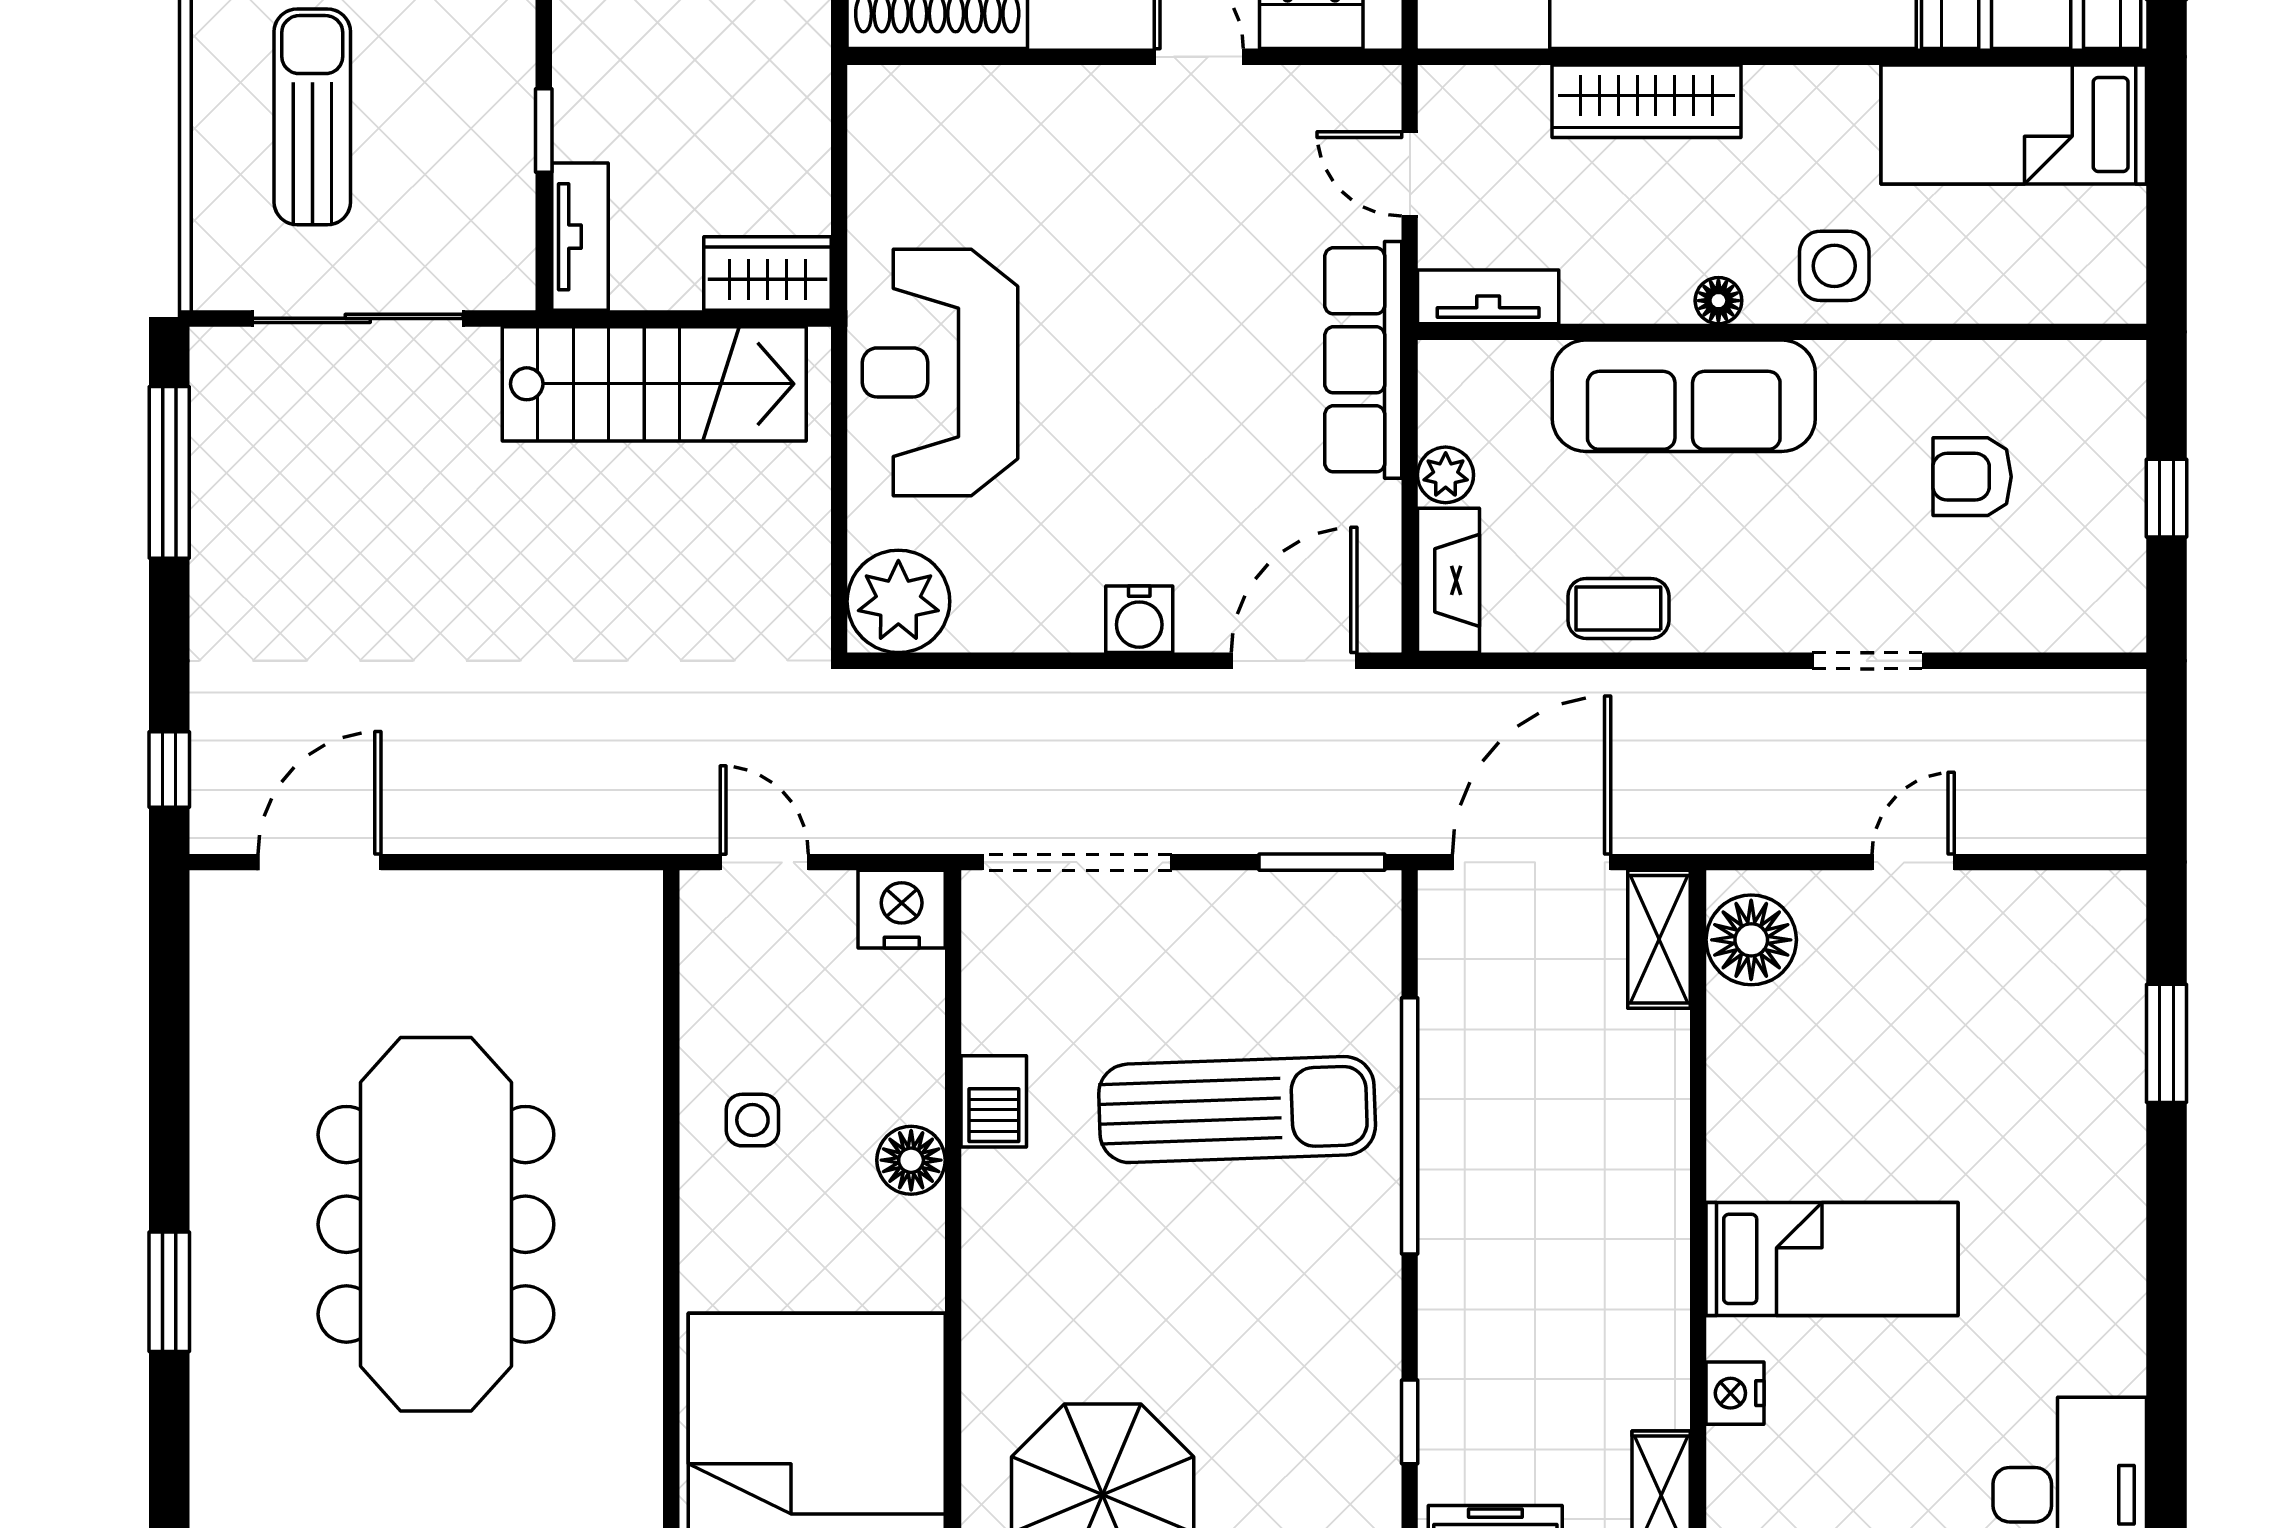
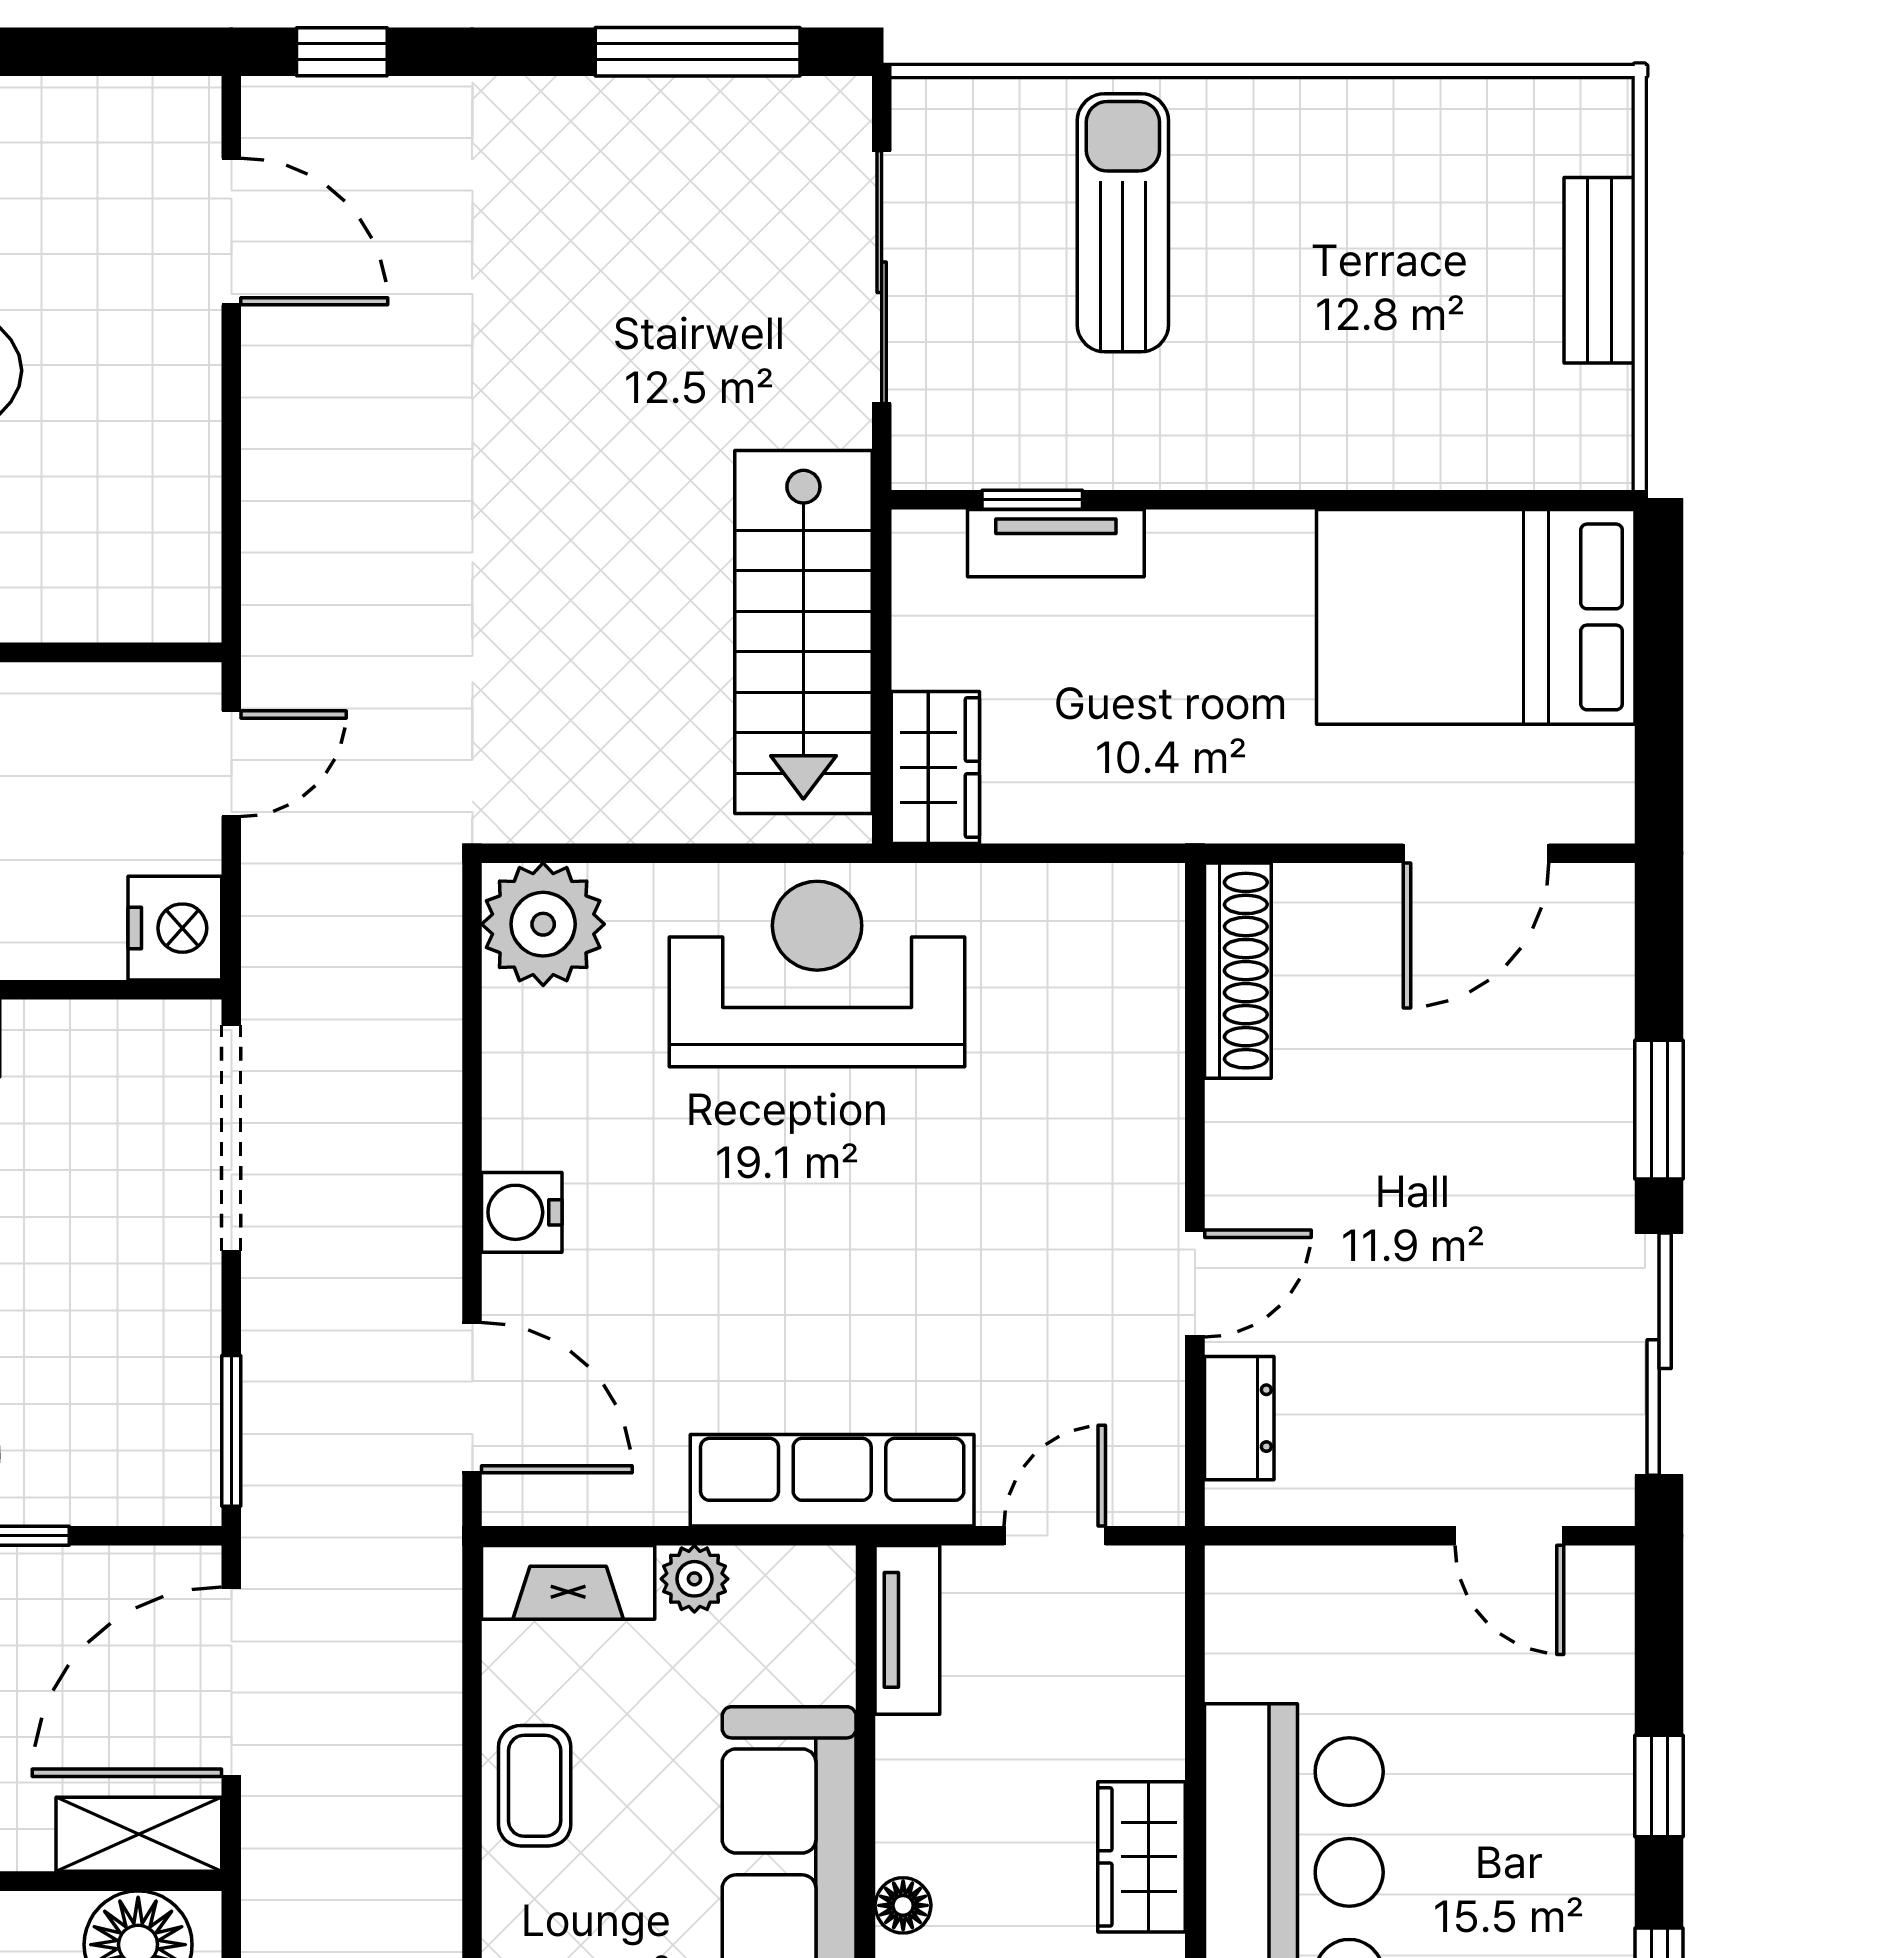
wardrobe: (1646, 101) -> (1142, 1857), width x0.67
sun lounger: (312, 117) -> (1123, 223), turned -90
window: (544, 131) -> (1032, 500), moved
tv unit: (580, 237) -> (1056, 543), moved
door: (1532, 862) -> (231, 1682), swing flipped

